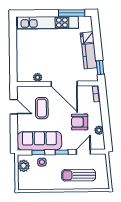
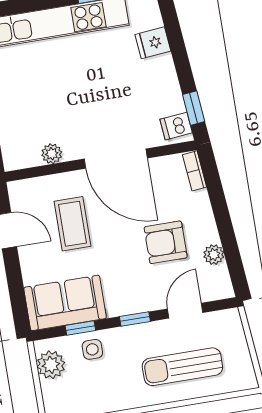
kitchen counter: (89, 56) -> (165, 85), removed
dishwasher: (92, 74) -> (176, 126), added
sofa: (39, 141) -> (65, 303), width x0.73

